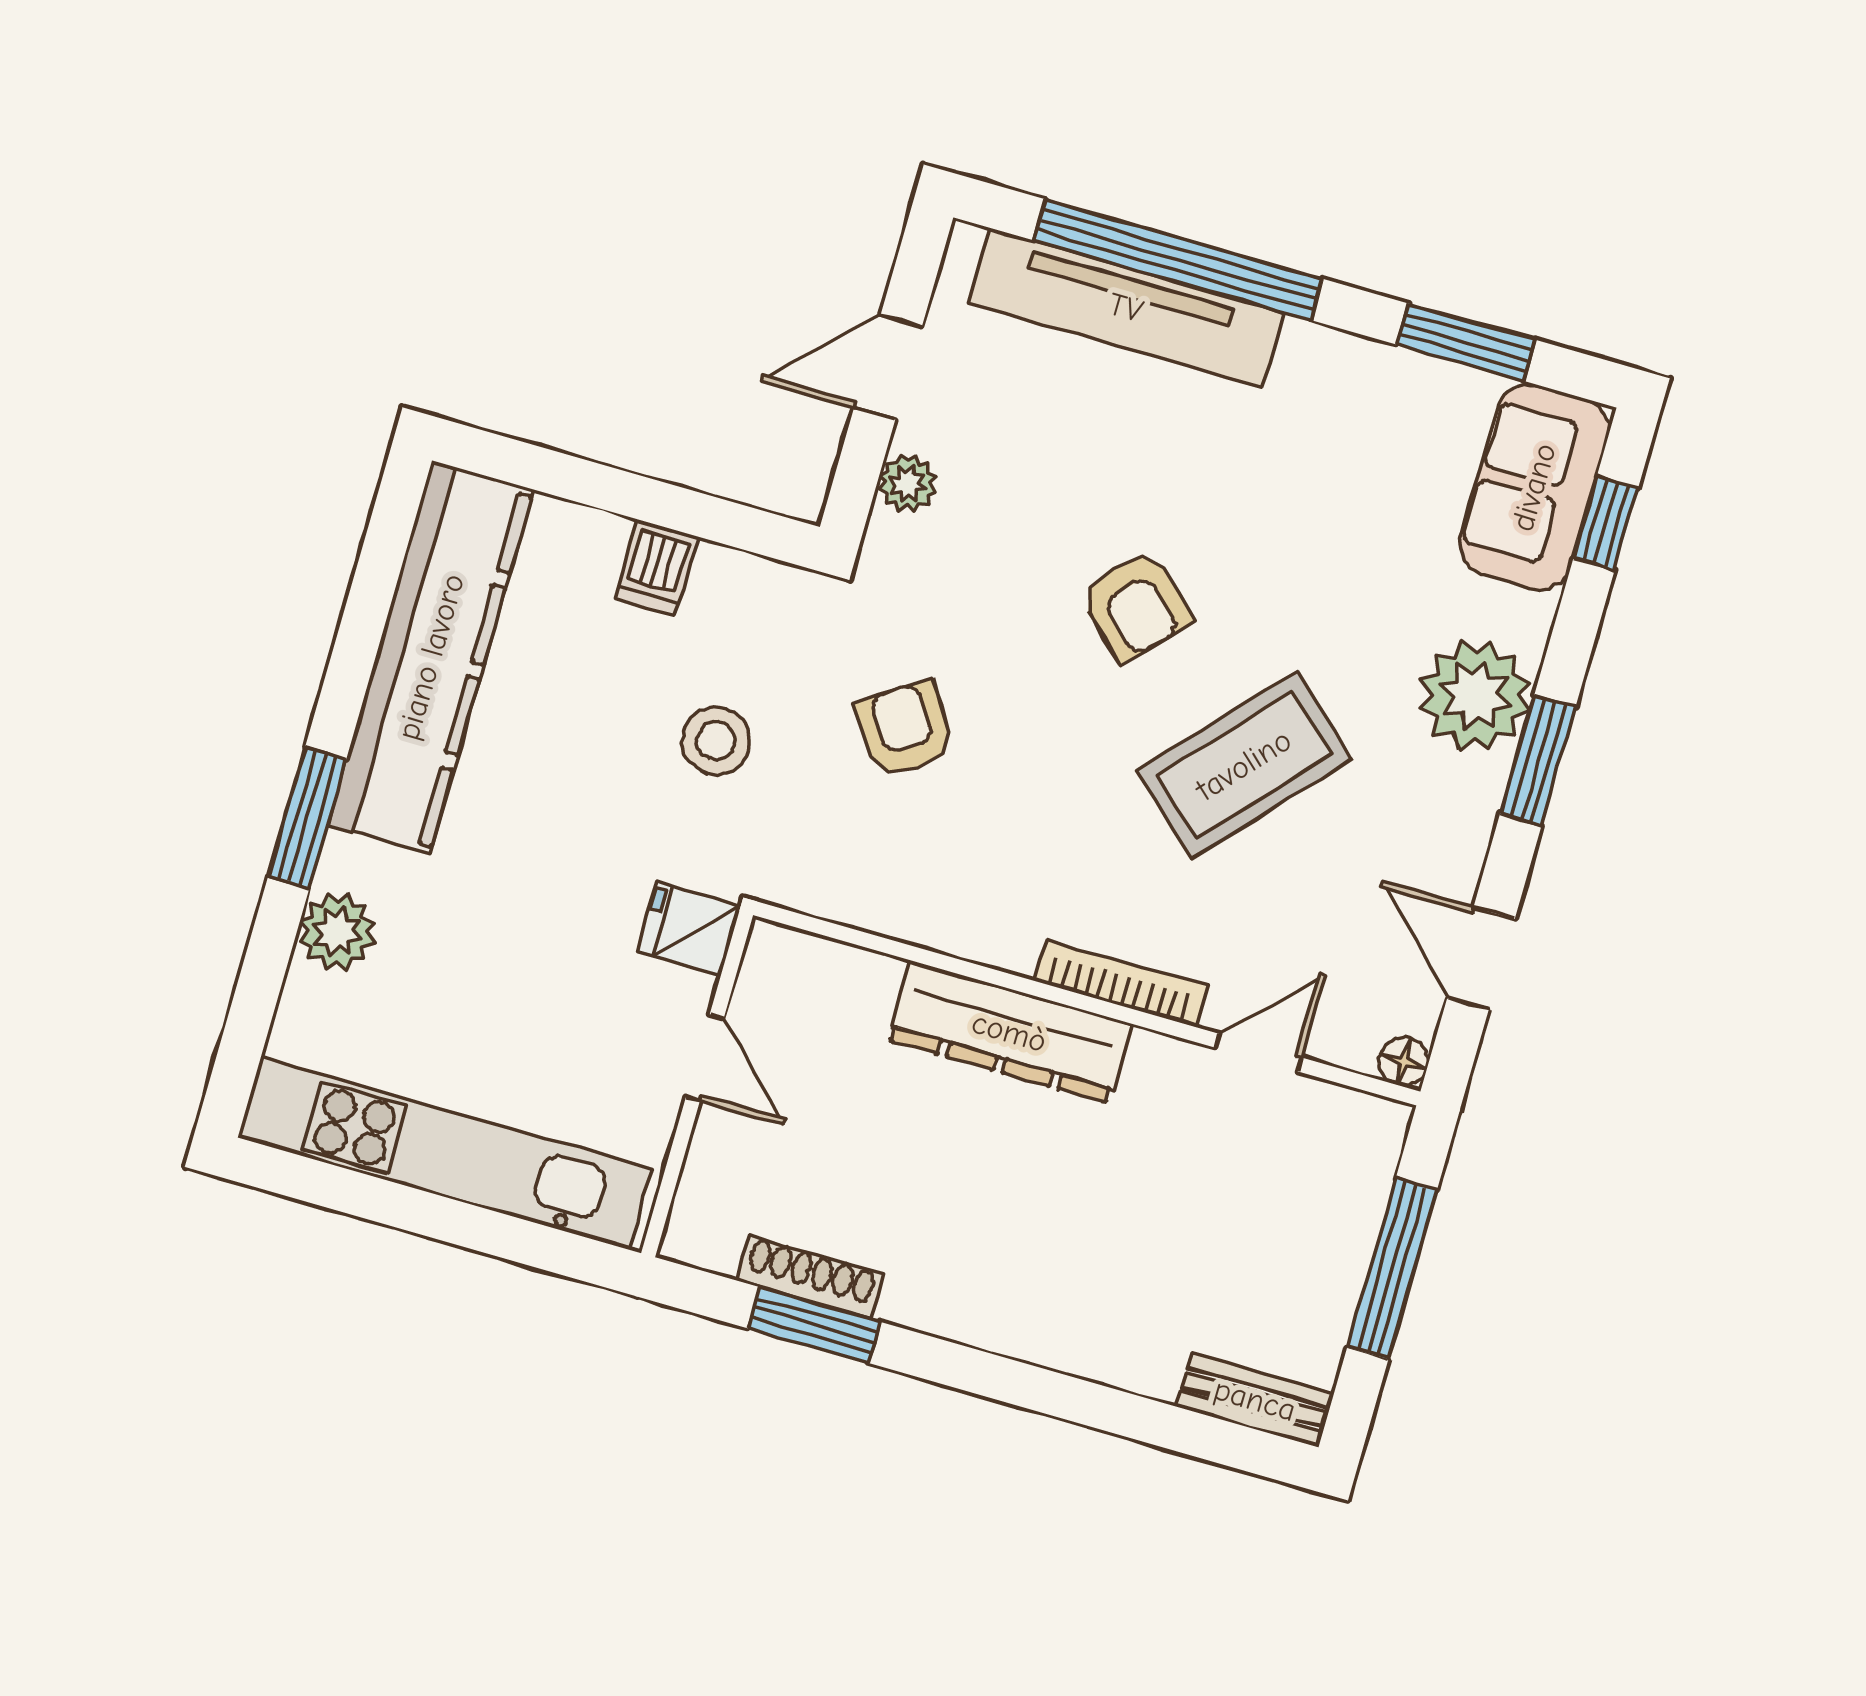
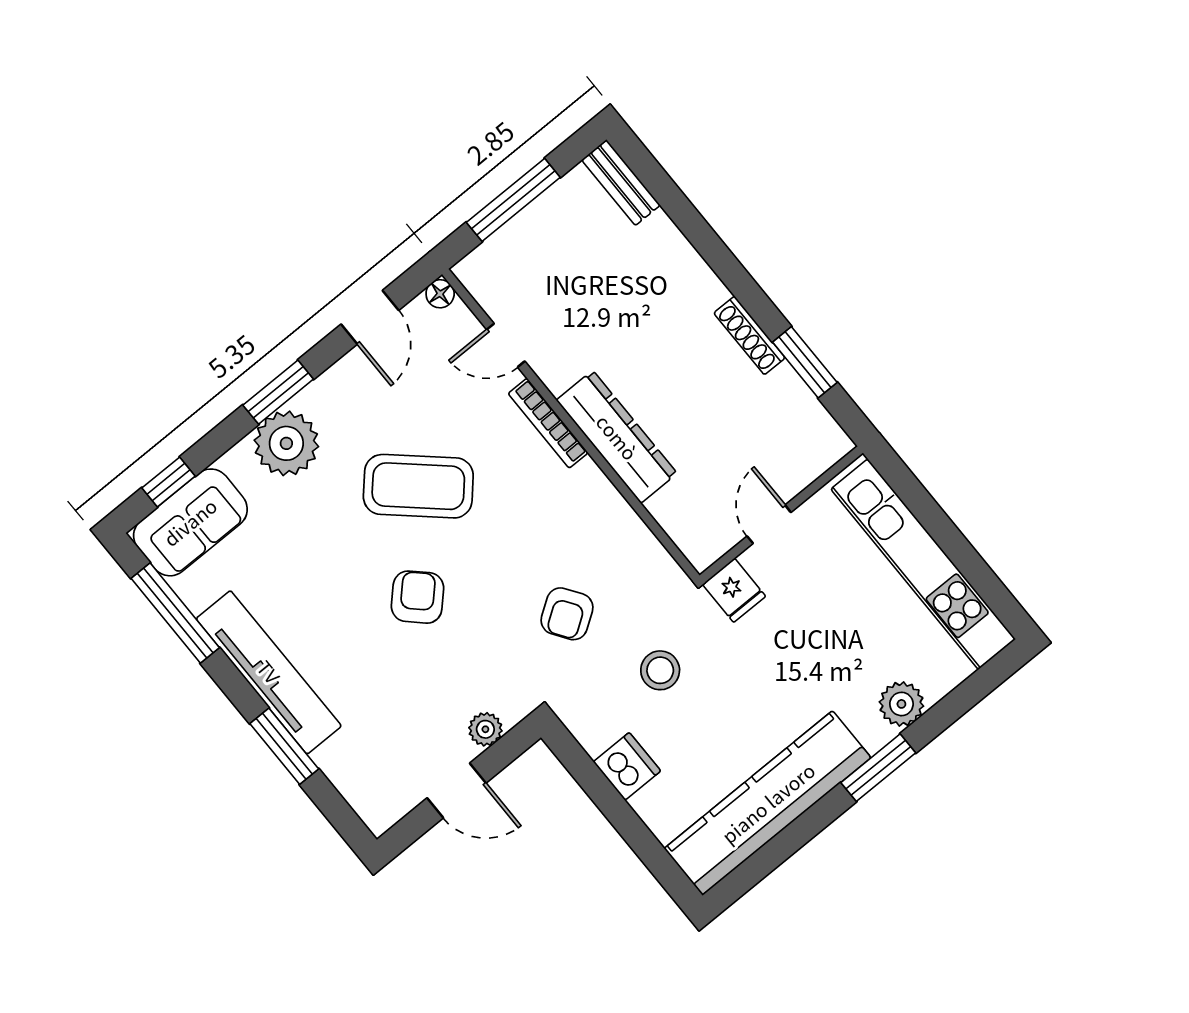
window: (1178, 260) -> (284, 746), width x0.47
tv unit: (1126, 308) -> (269, 672), moved
window: (1466, 342) -> (175, 613), width x1.44
dishwasher: (657, 567) -> (627, 766), width x1.38
shoe rack: (810, 1277) -> (749, 335), moved

